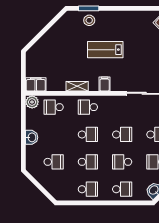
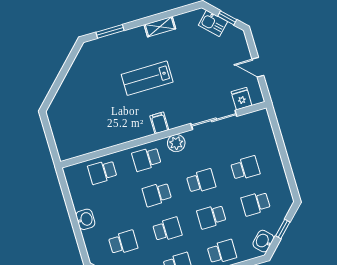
stool: (89, 20) -> (115, 47), removed
filing cabinet: (36, 84) -> (71, 149), removed
shelving: (77, 86) -> (160, 27), moved
plant: (32, 102) -> (176, 143), moved
school desk: (88, 134) -> (157, 194), turned 180

